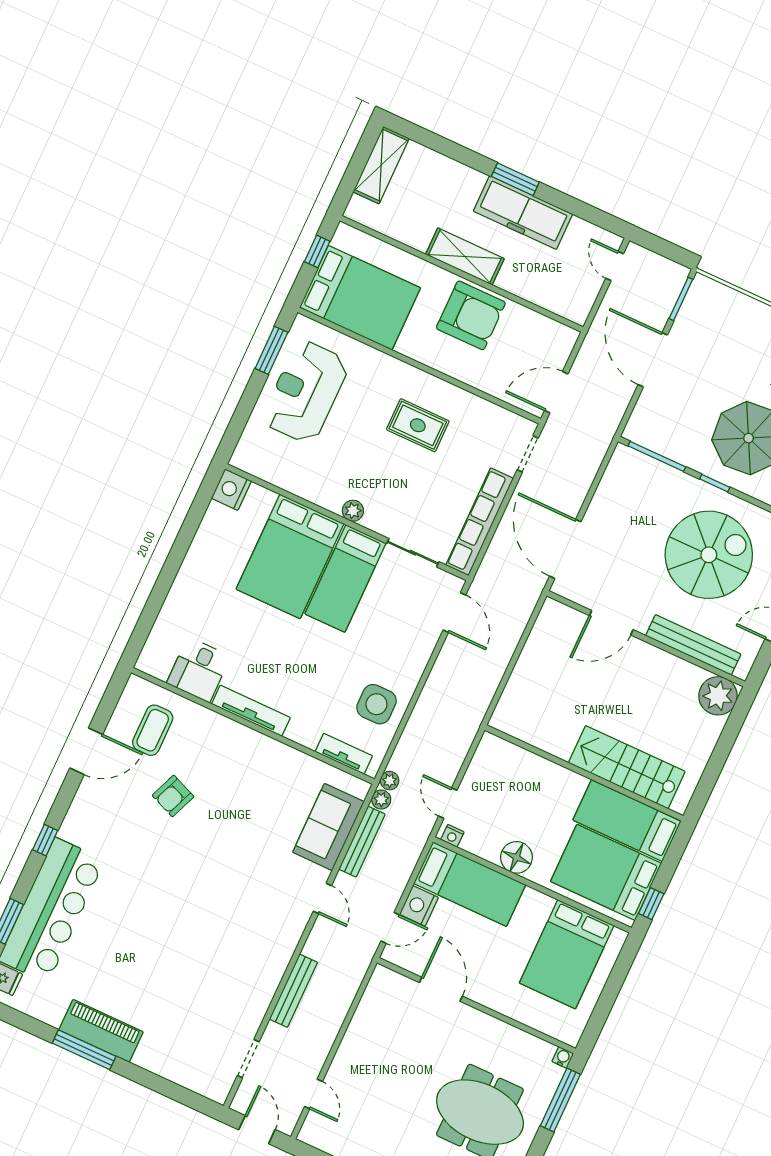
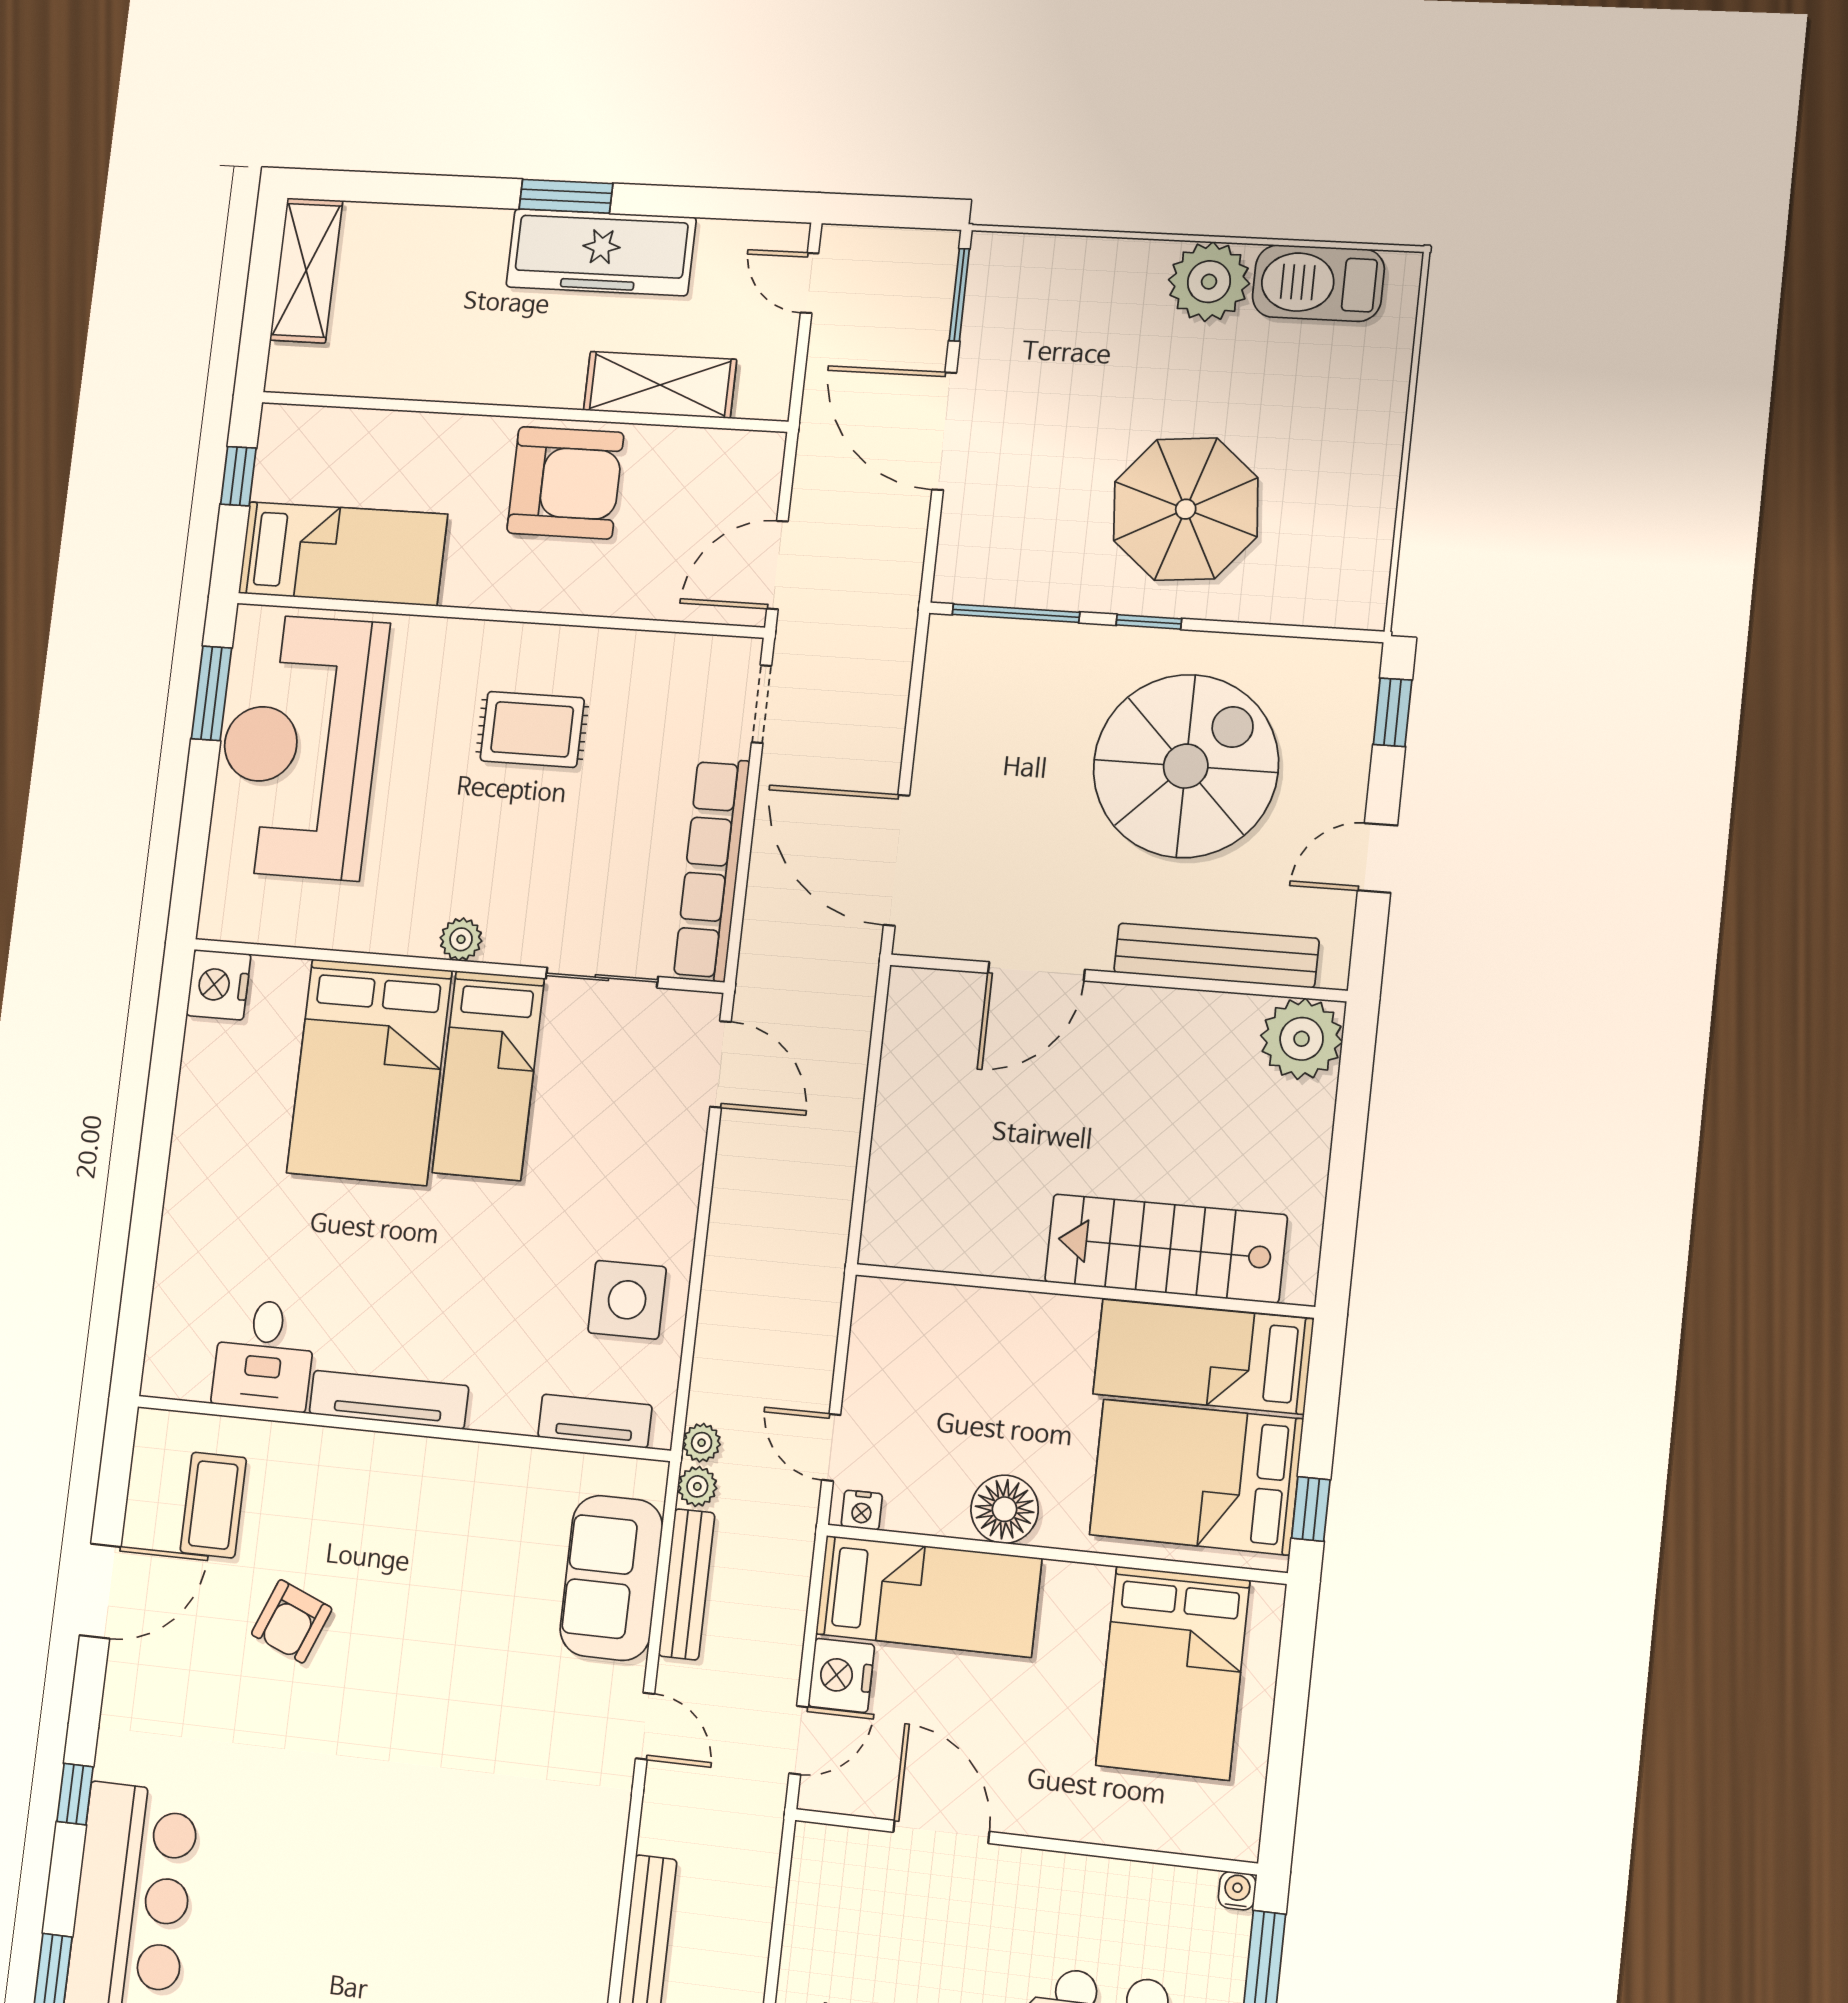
shelving: (465, 256) -> (660, 385), moved
bed: (360, 298) -> (343, 554), width x0.67
reception desk: (306, 392) -> (300, 747), width x1.36, depth x1.30

